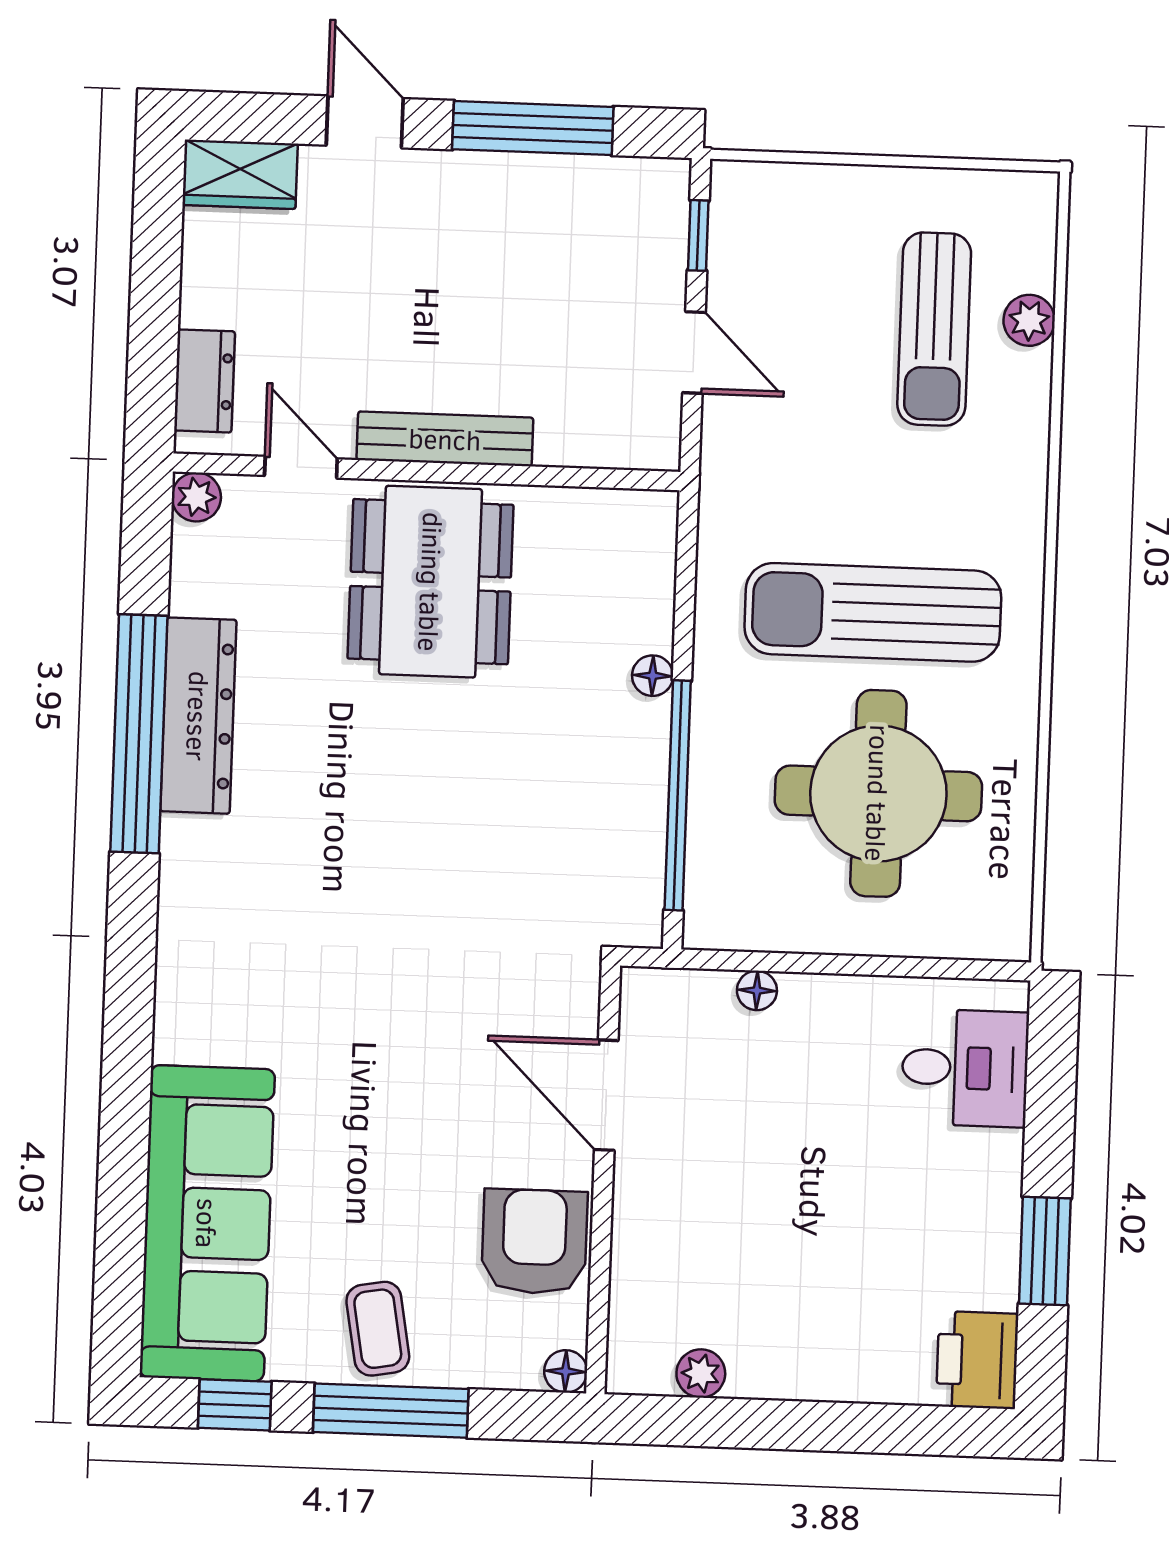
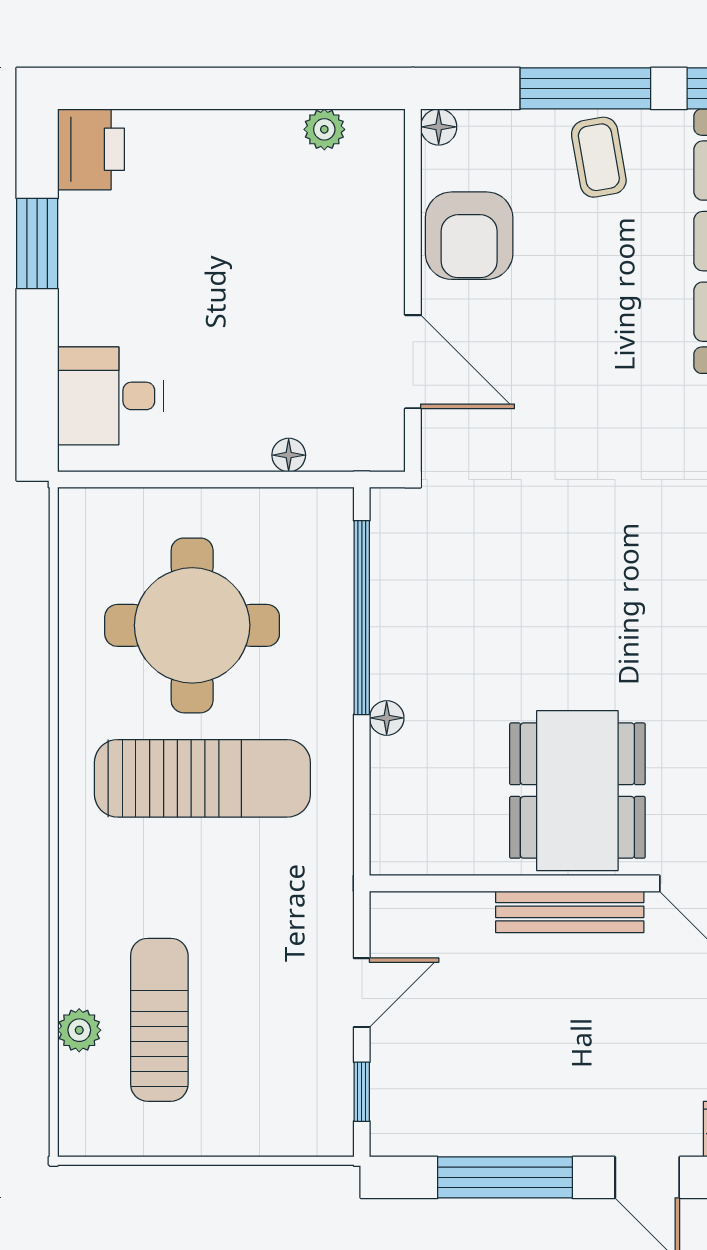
door: (694, 353) -> (362, 993), swing flipped

